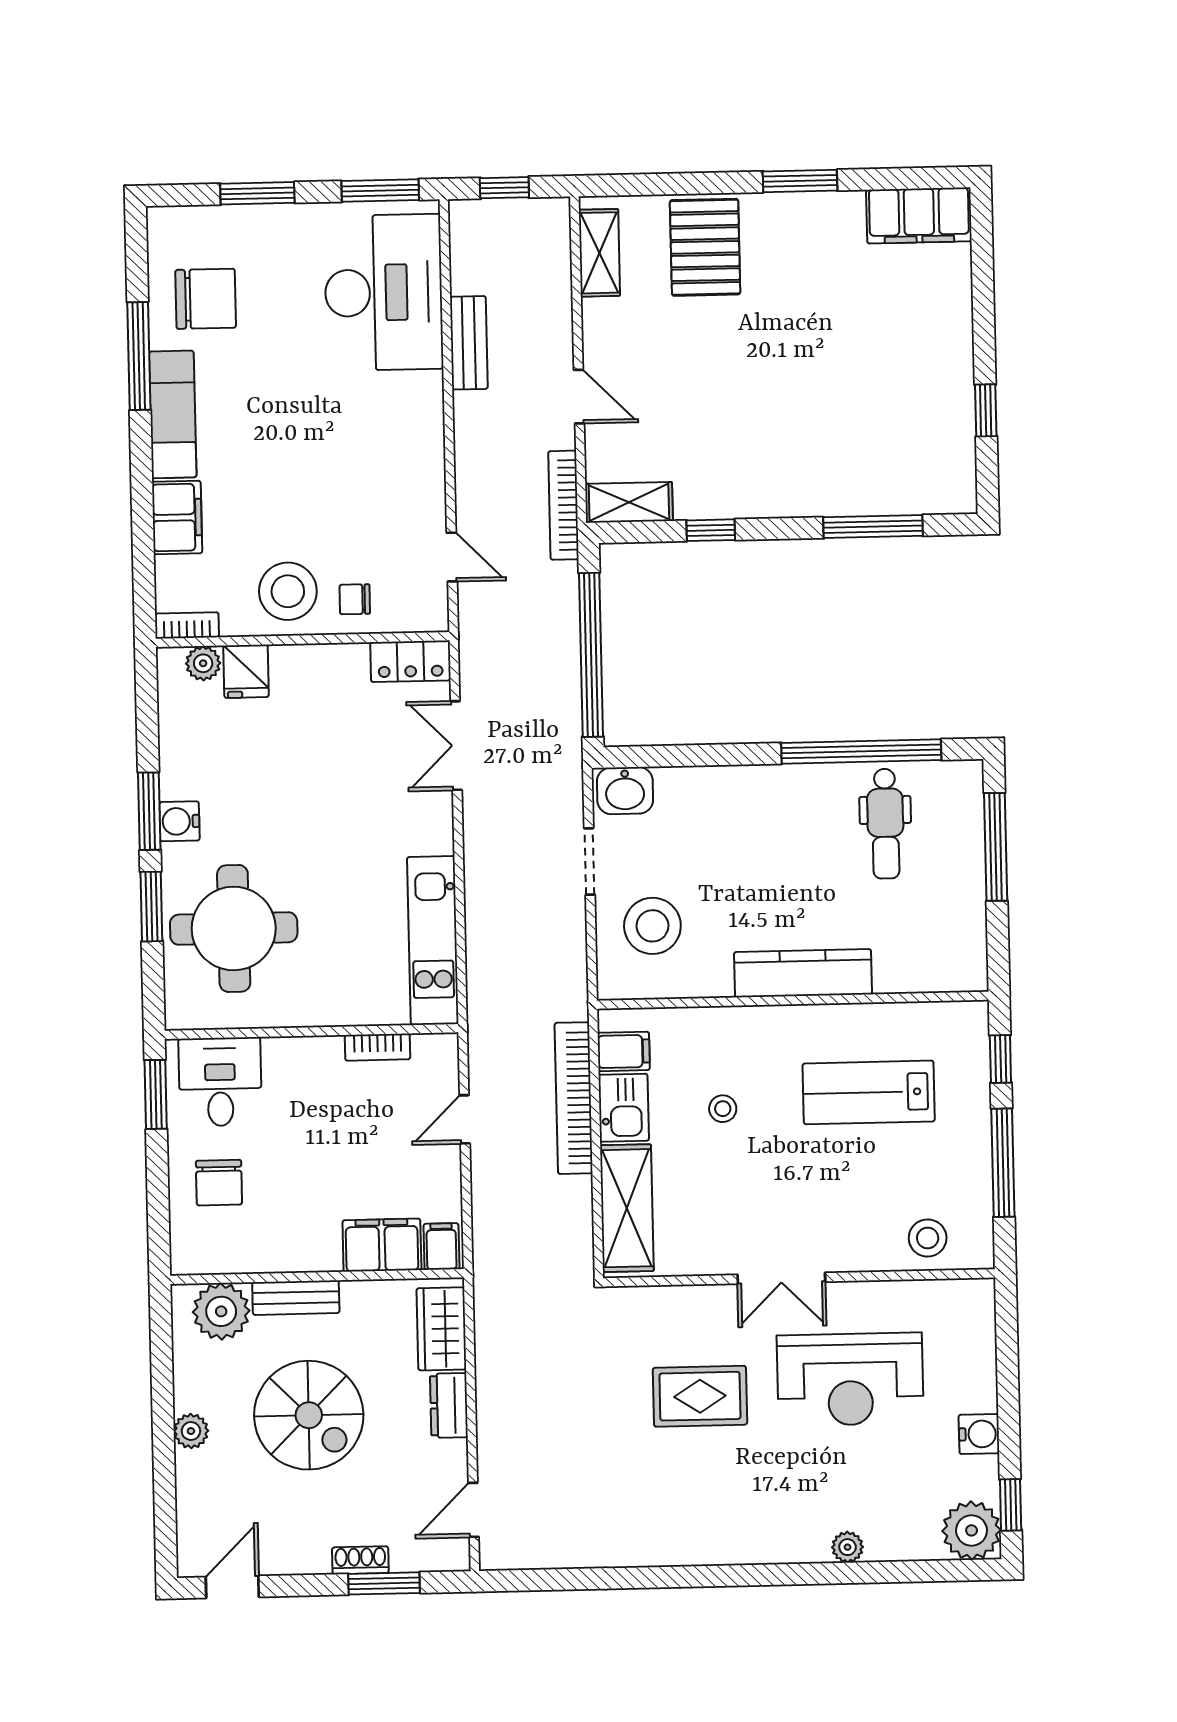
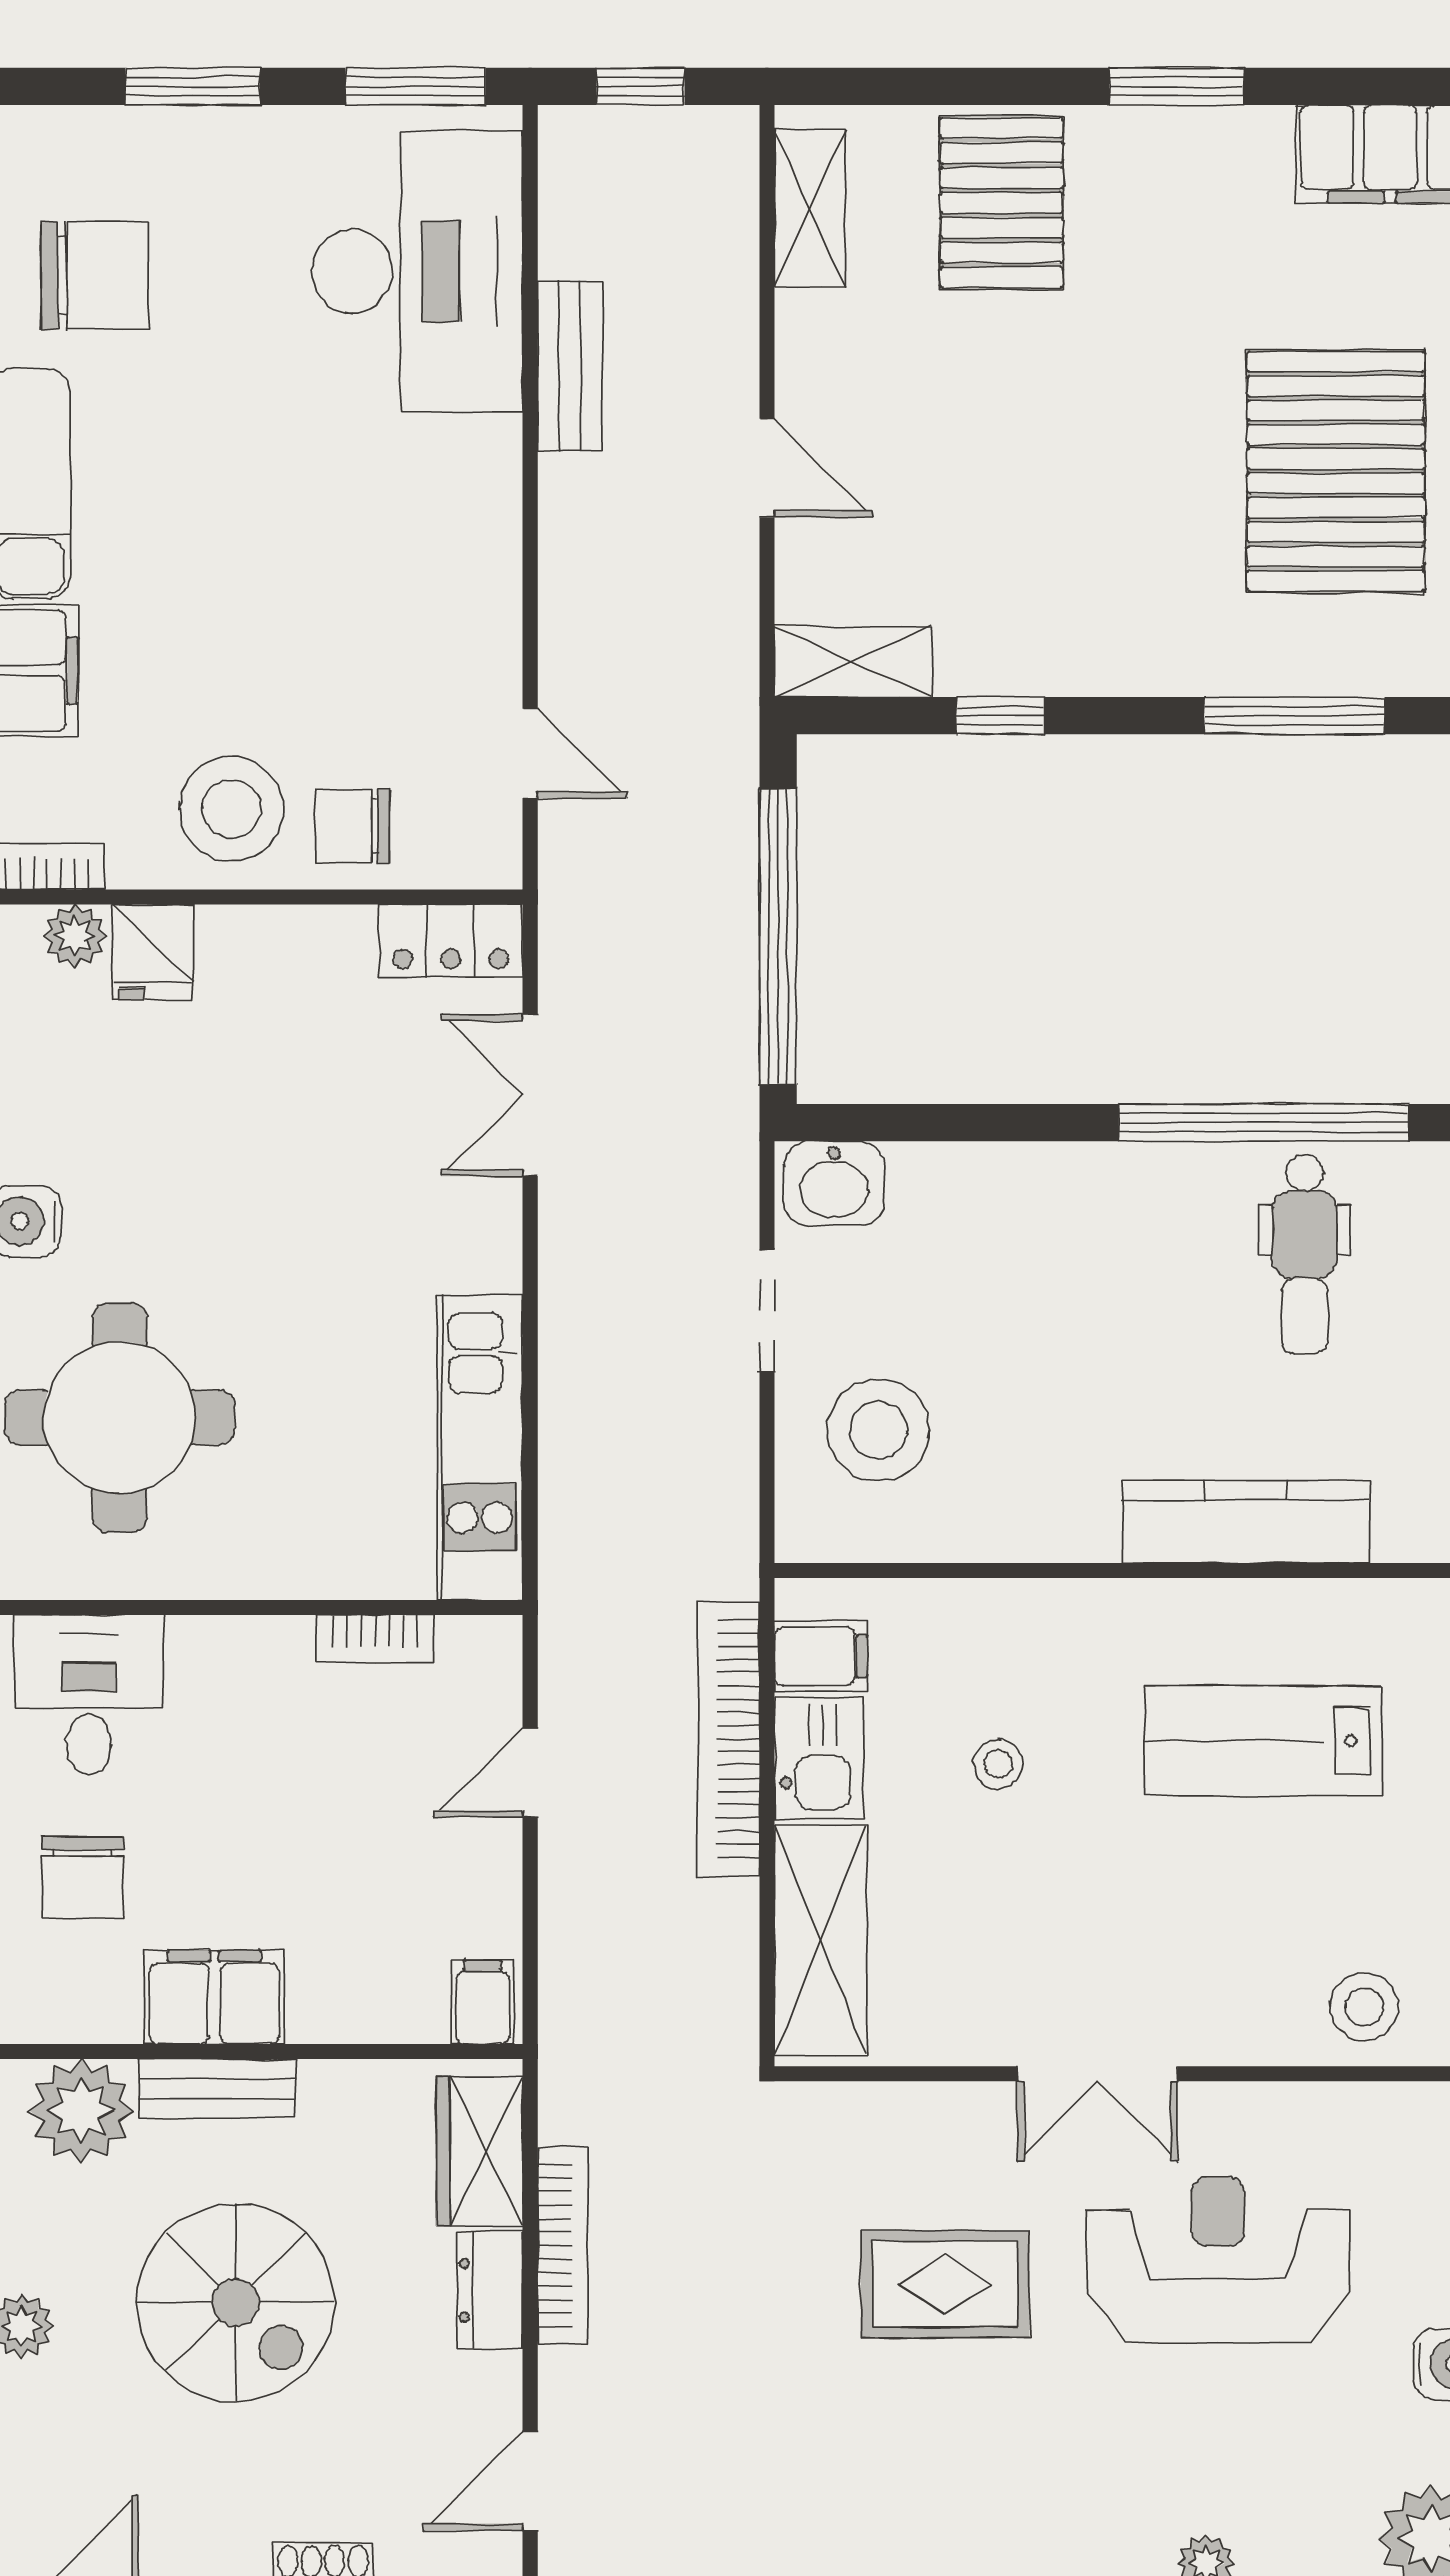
pallet: (893, 391) -> (1336, 471), added
bookcase: (563, 505) -> (563, 2245), moved, turned 180
chair: (355, 599) -> (352, 826), width x1.37, depth x1.37
kitchen counter: (803, 973) -> (1246, 1522), moved
filing cabinet: (382, 1245) -> (214, 1997), moved
reception desk: (850, 1379) -> (1218, 2260), turned 180

